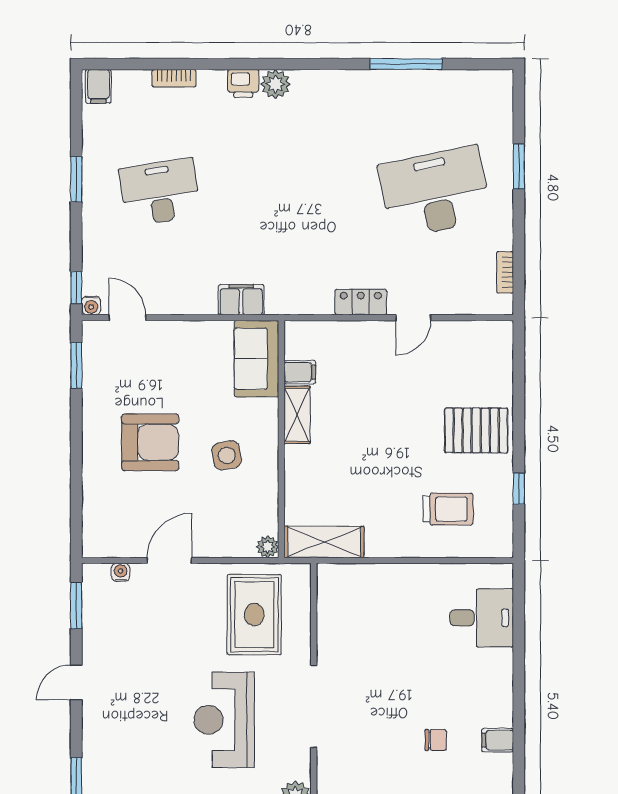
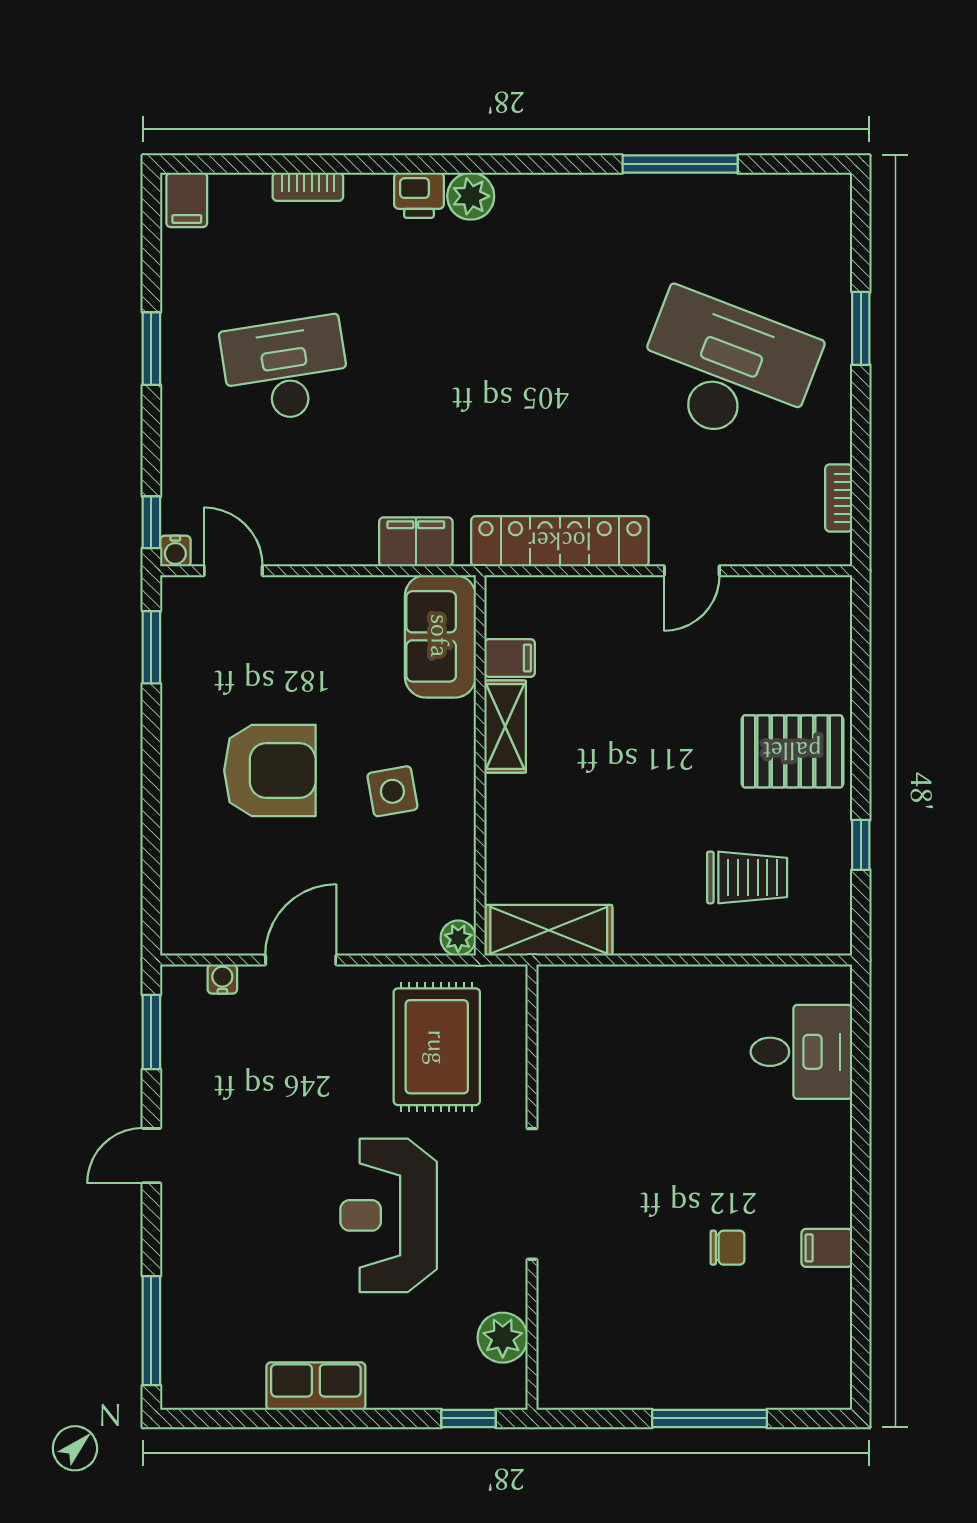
desk: (435, 192) -> (727, 370), turned 33
locker: (361, 302) -> (560, 541), width x2.16, depth x1.21

